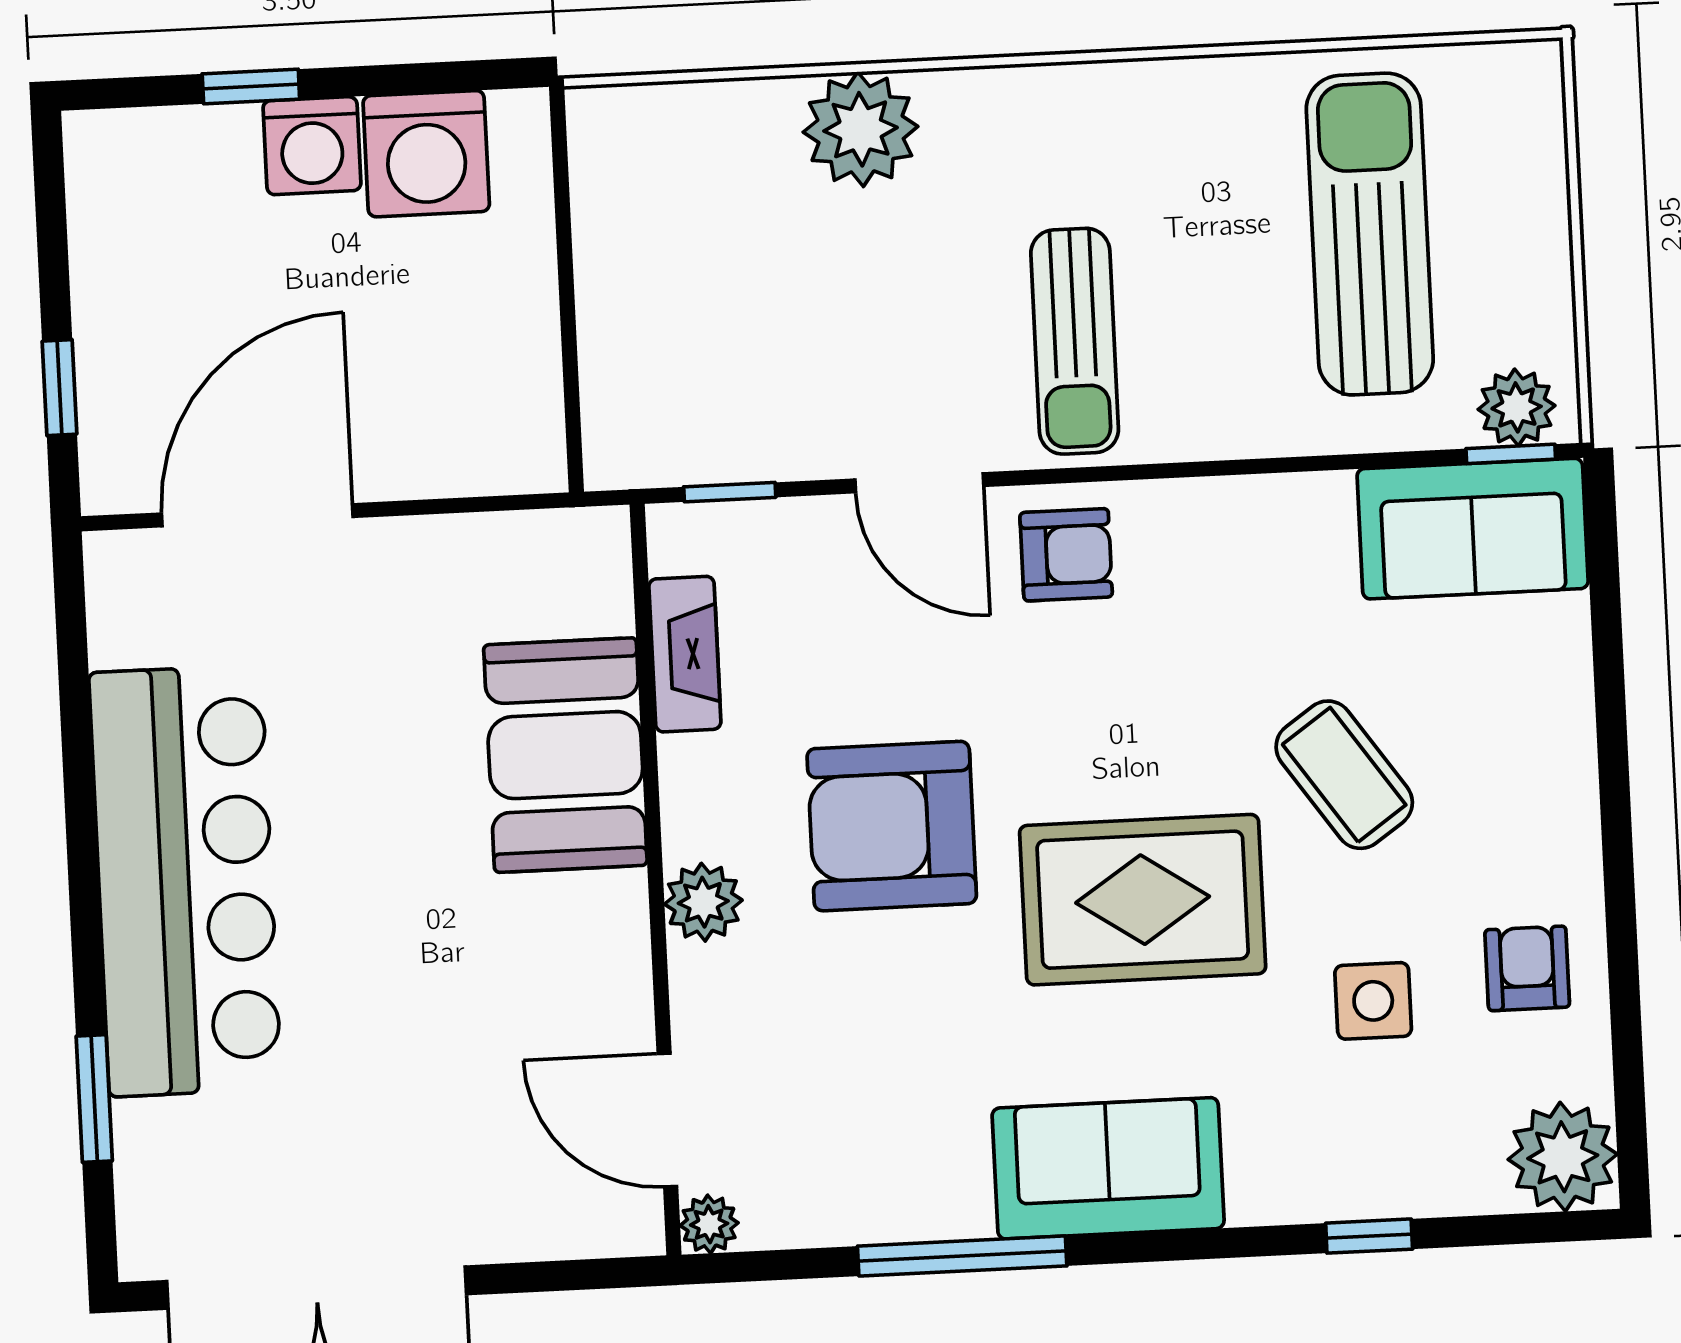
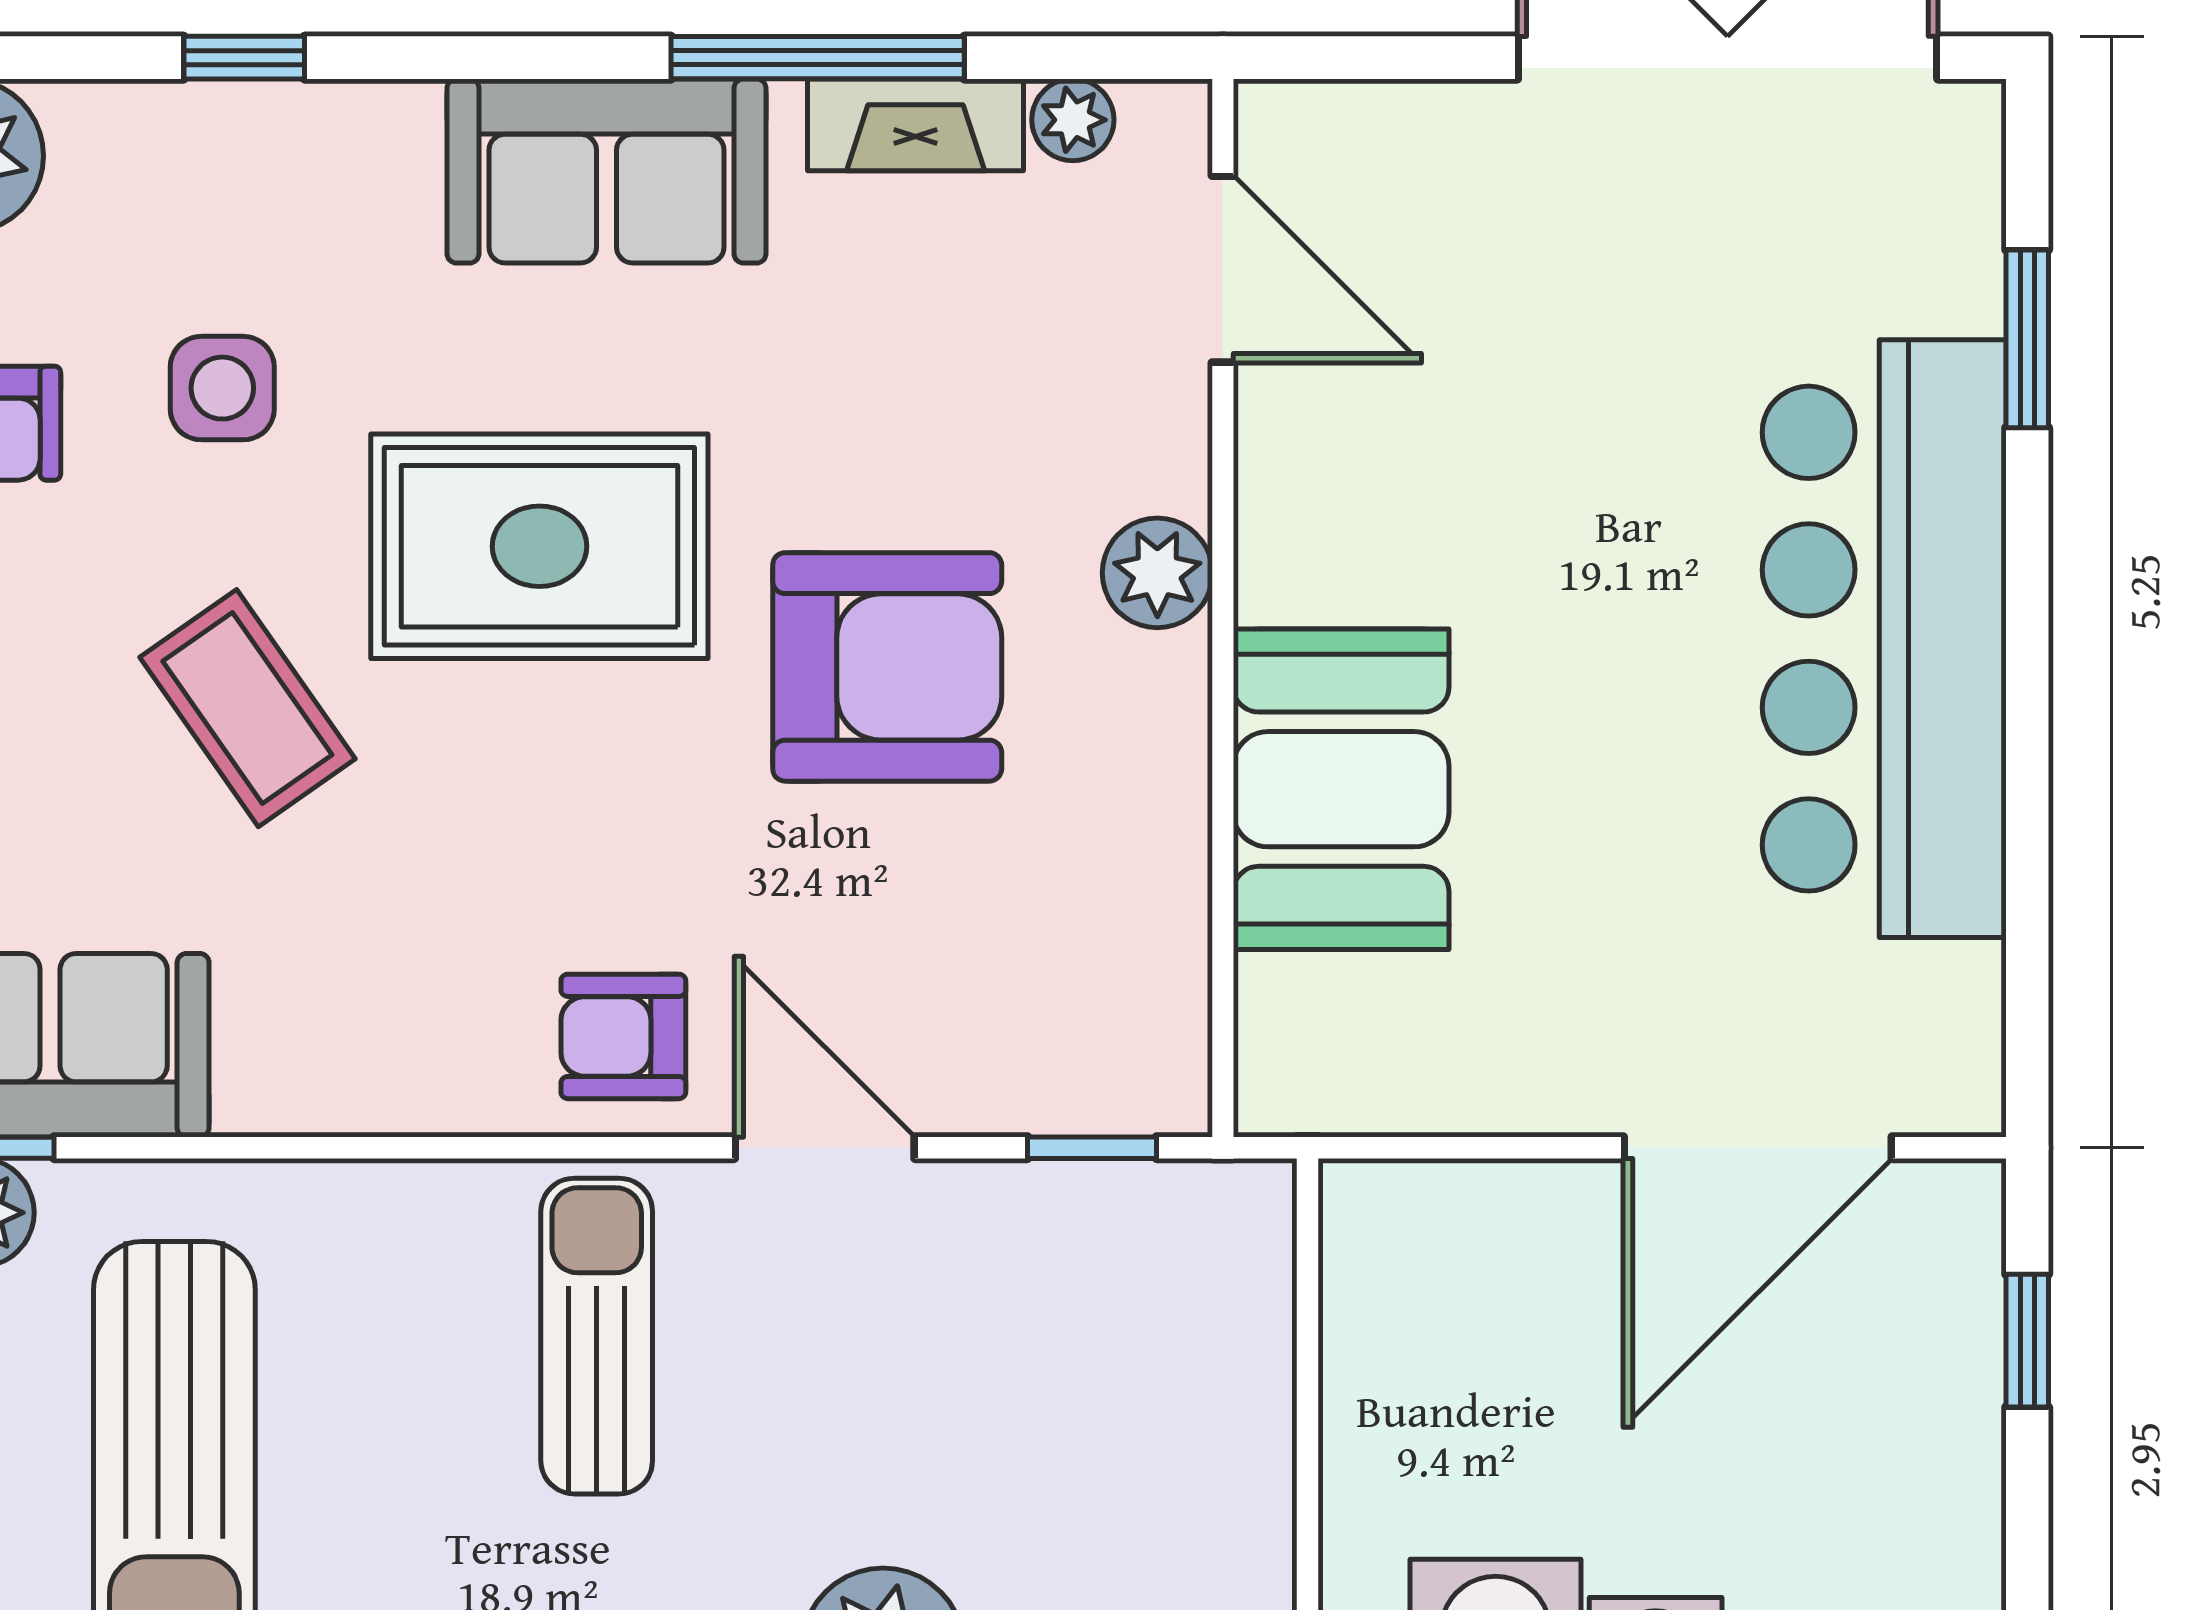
fireplace: (685, 654) -> (916, 125), moved, turned -90
plant: (709, 1224) -> (1073, 120), moved

